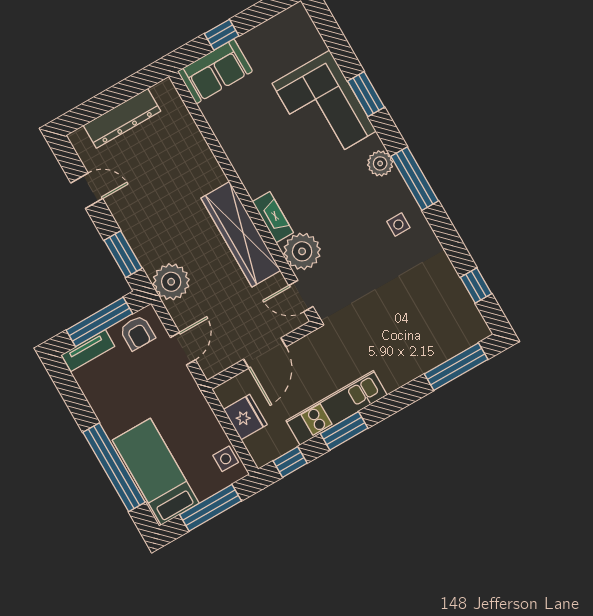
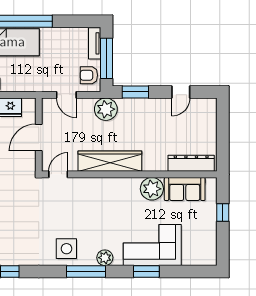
sofa: (215, 71) -> (185, 189), moved, turned -90
dresser: (122, 118) -> (191, 163), moved, turned 90
fireplace: (273, 217) -> (109, 184), removed
side table: (398, 225) -> (66, 249), width x1.87, depth x1.87
plant: (302, 251) -> (152, 189), moved
door: (265, 353) -> (39, 137), hinge flipped

